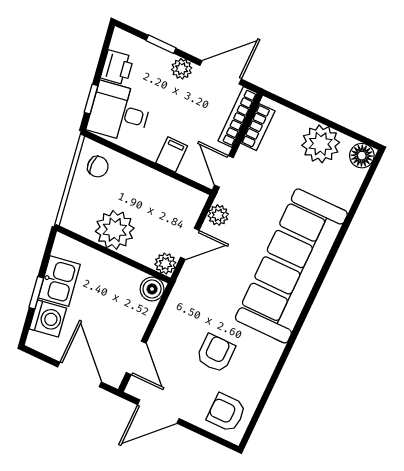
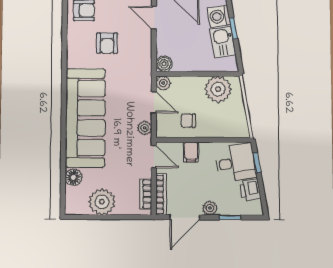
floor lamp: (362, 156) -> (73, 177), moved
chair: (98, 167) -> (188, 121), moved
plant: (115, 230) -> (218, 89), moved
door: (190, 244) -> (154, 102), swing flipped

